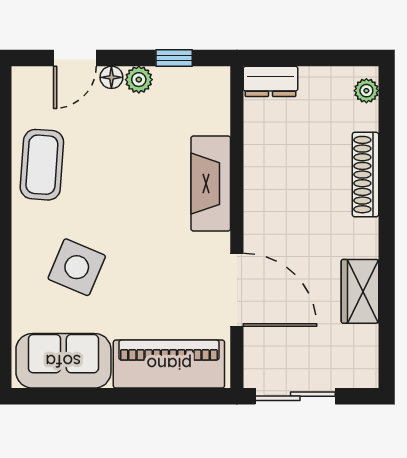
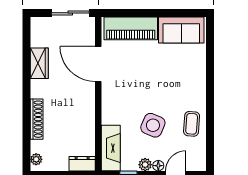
coffee table: (42, 165) -> (192, 124), width x0.73, depth x0.77
fireplace: (211, 184) -> (111, 148), moved
side table: (77, 267) -> (153, 125), moved

